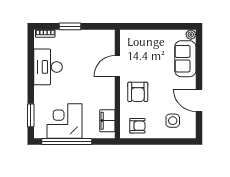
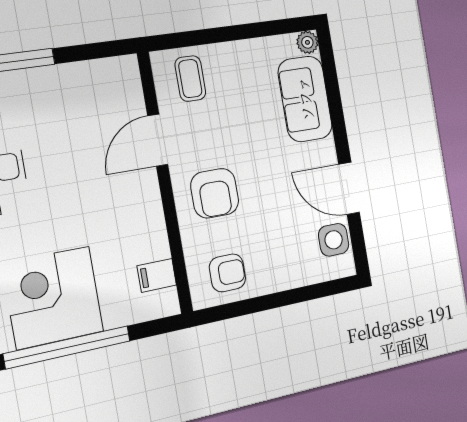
coffee table: (136, 43) -> (190, 79), added
filing cabinet: (107, 121) -> (157, 275), width x0.50
side table: (173, 121) -> (334, 240), moved

